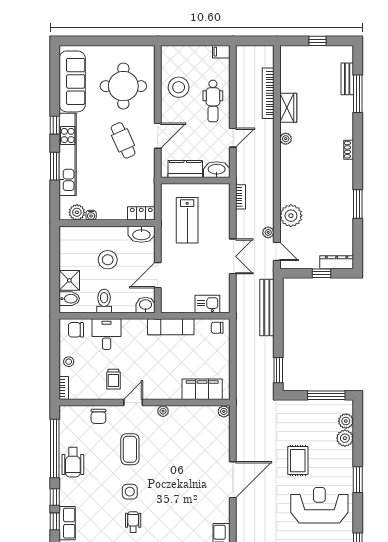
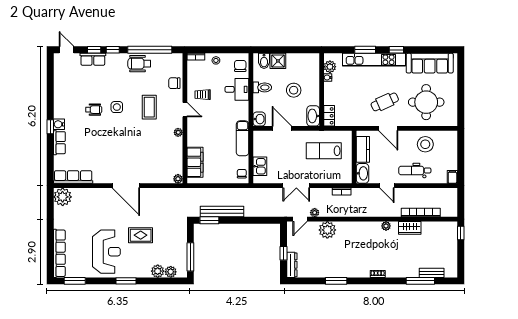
window: (318, 41) -> (461, 233), moved
bench: (267, 308) -> (222, 212), moved
coffee table: (130, 449) -> (149, 107), turned 90

